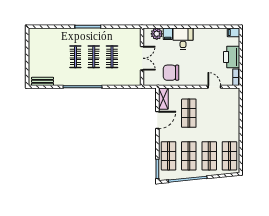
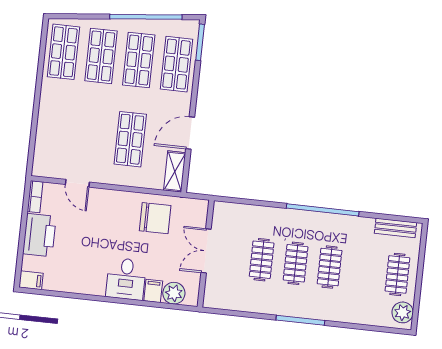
plant: (34, 37) -> (403, 312), added
clothes rail: (39, 57) -> (397, 274), added

